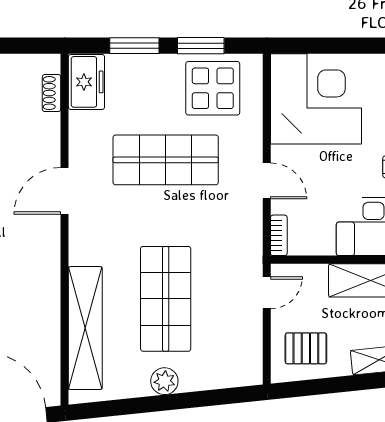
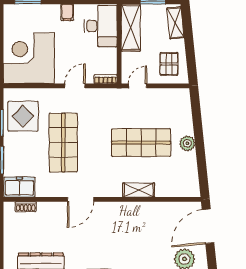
door: (65, 191) -> (81, 199), hinge flipped
door: (267, 293) -> (138, 86), hinge flipped
shelving: (85, 328) -> (139, 190), width x0.45, depth x0.75

